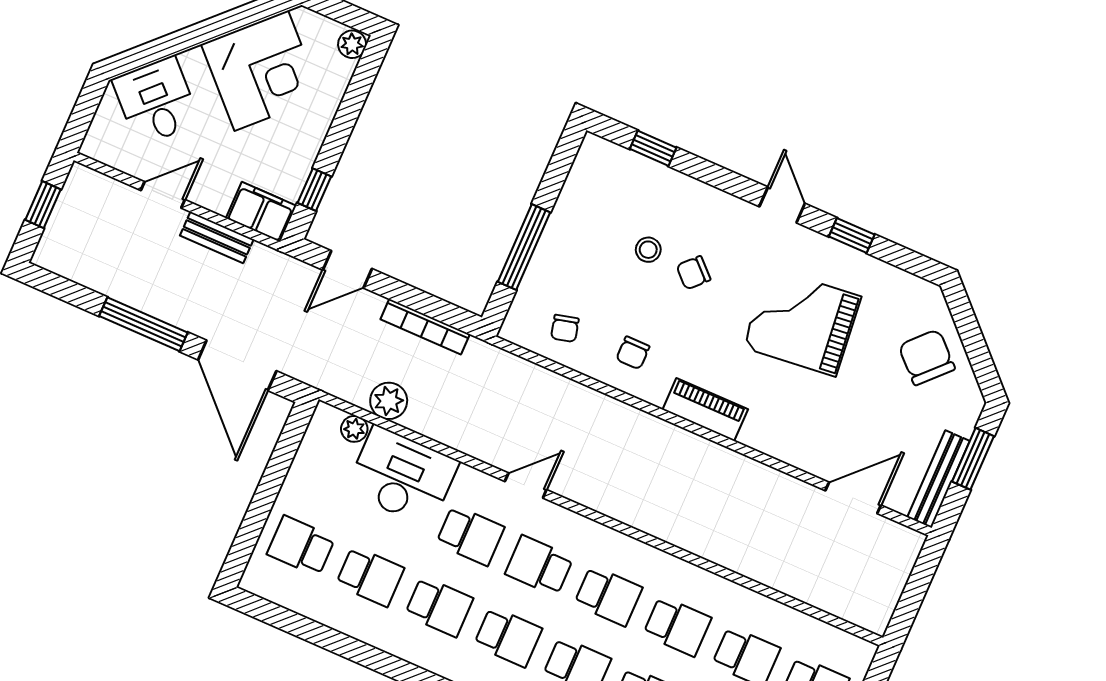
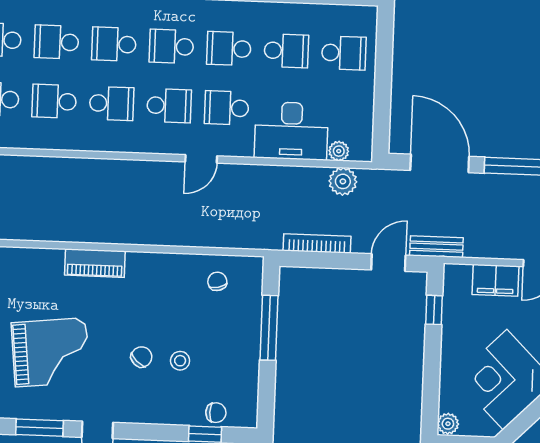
filing cabinet: (261, 212) -> (495, 280), moved
window: (852, 235) -> (39, 428), width x1.50
bench: (217, 237) -> (436, 247), moved
chair: (633, 353) -> (216, 413), moved, turned 90
plant: (389, 401) -> (343, 181), moved
school desk: (370, 576) -> (286, 51), turned 180
school desk: (608, 596) -> (112, 103), turned 180

